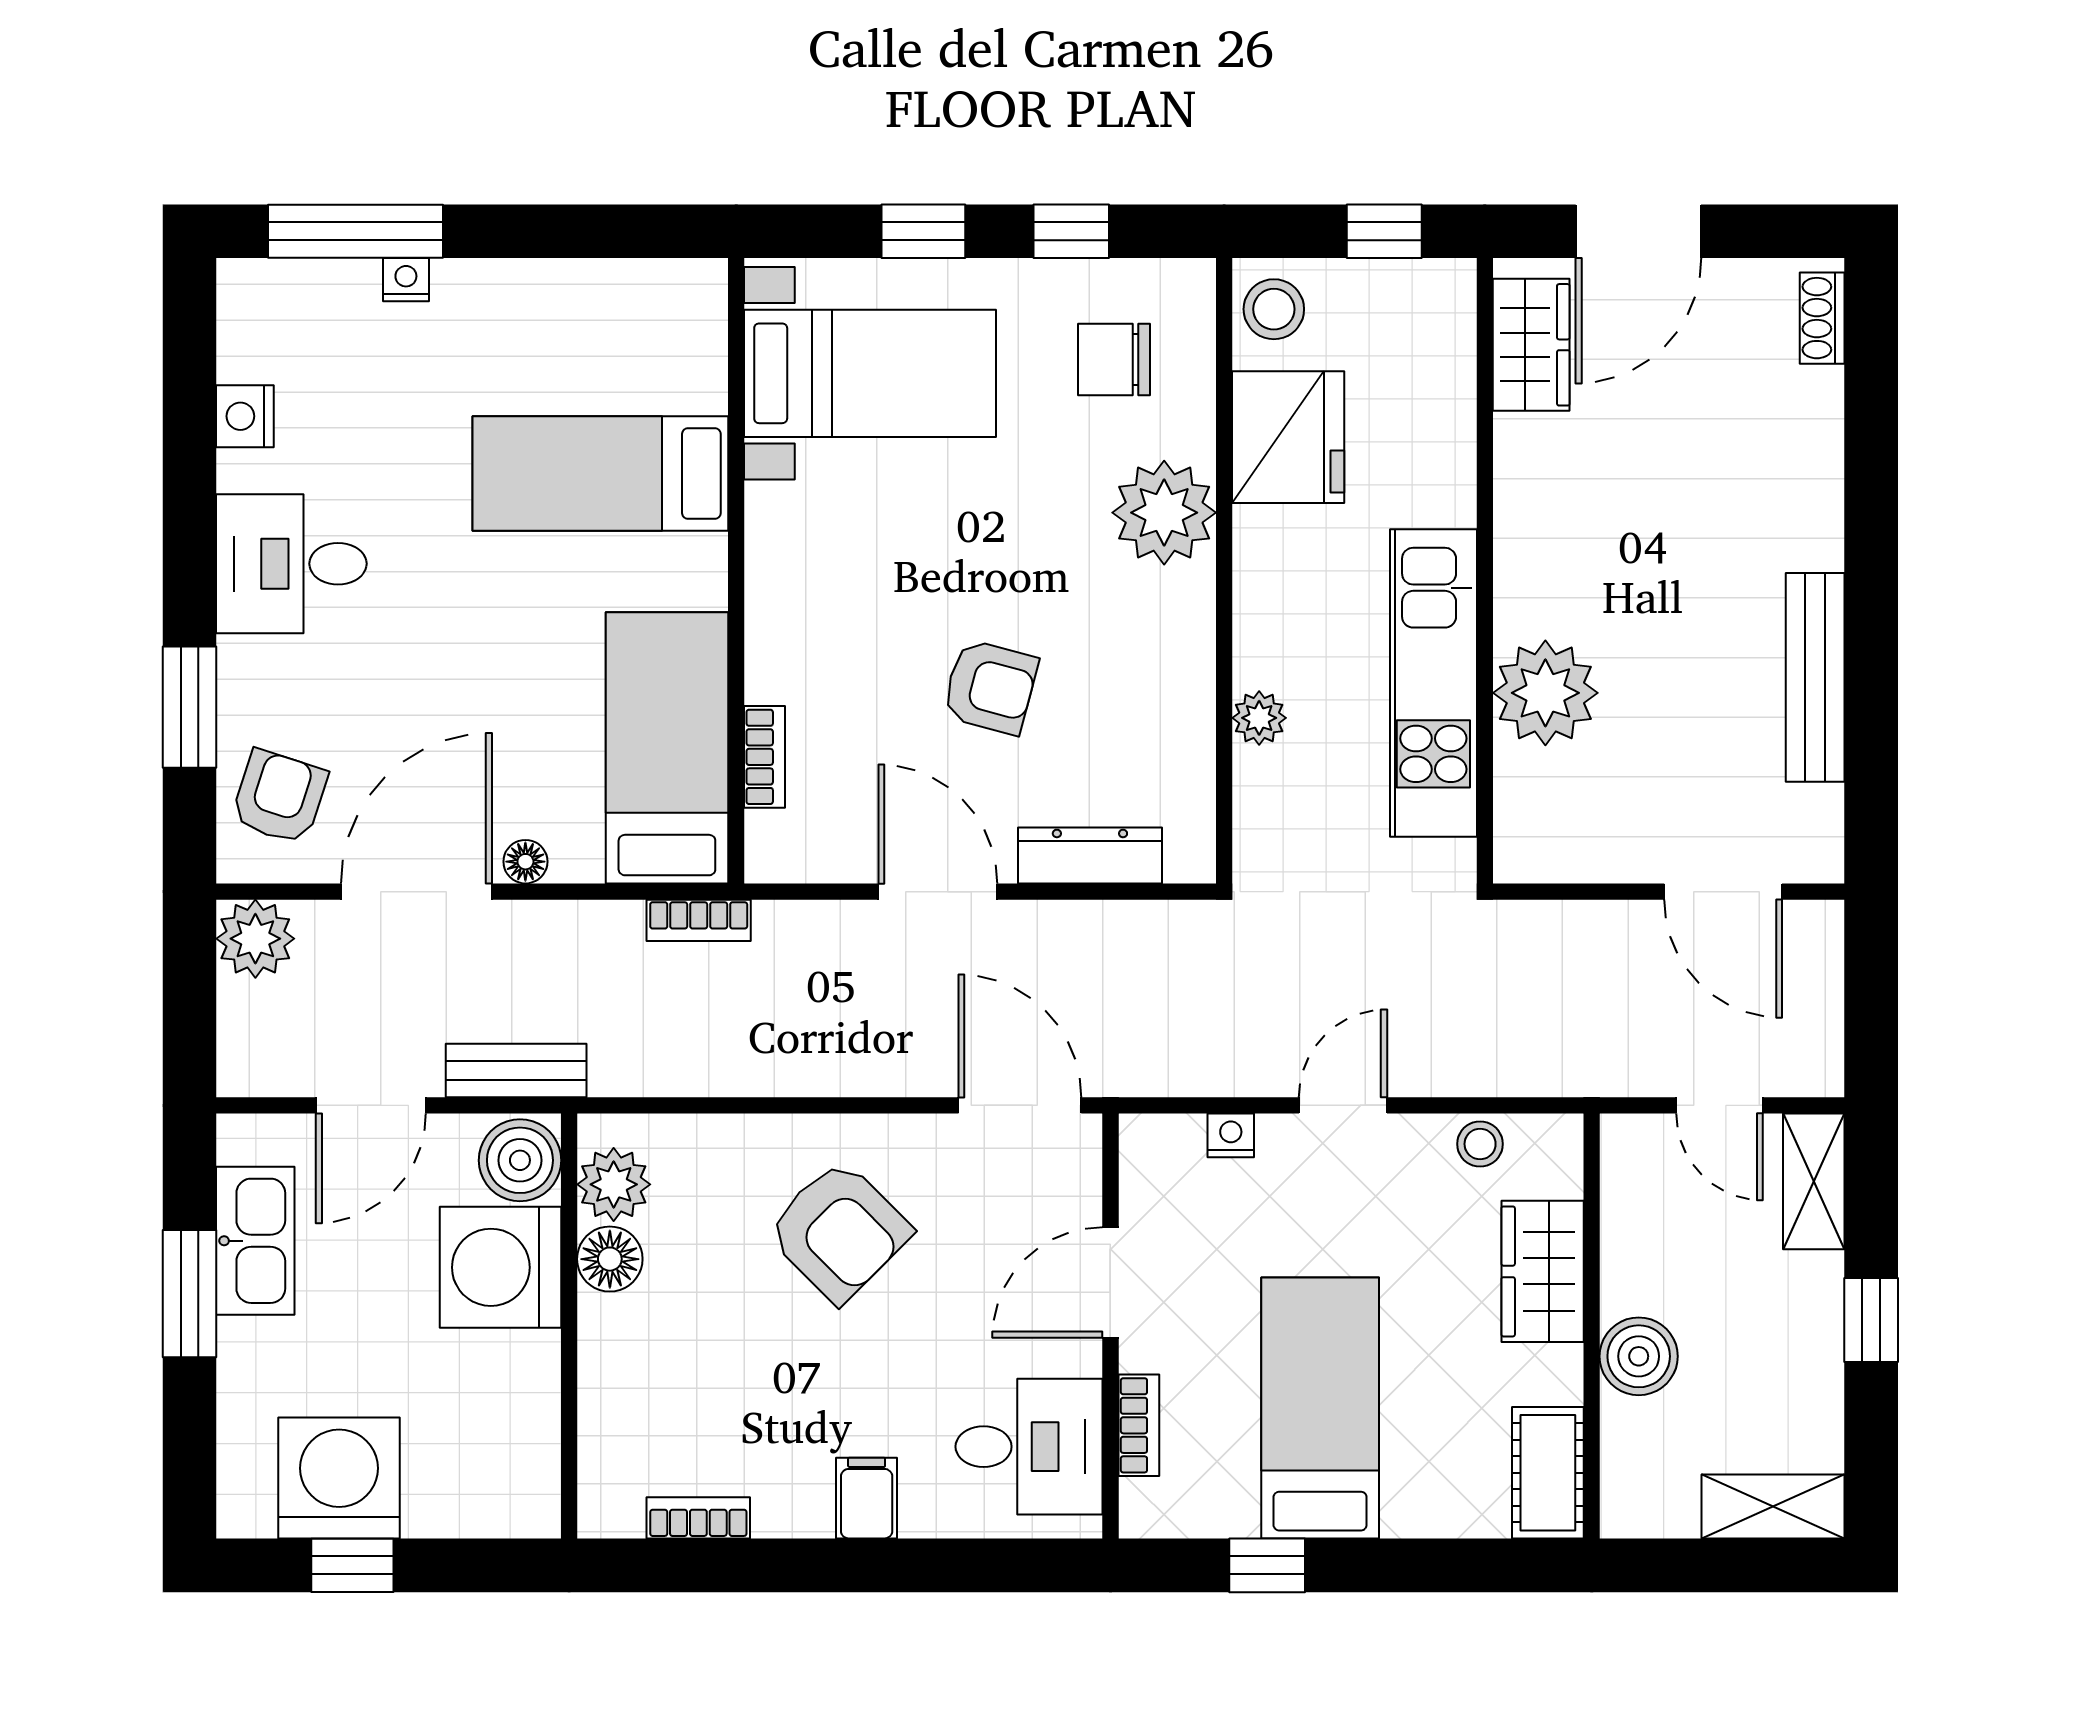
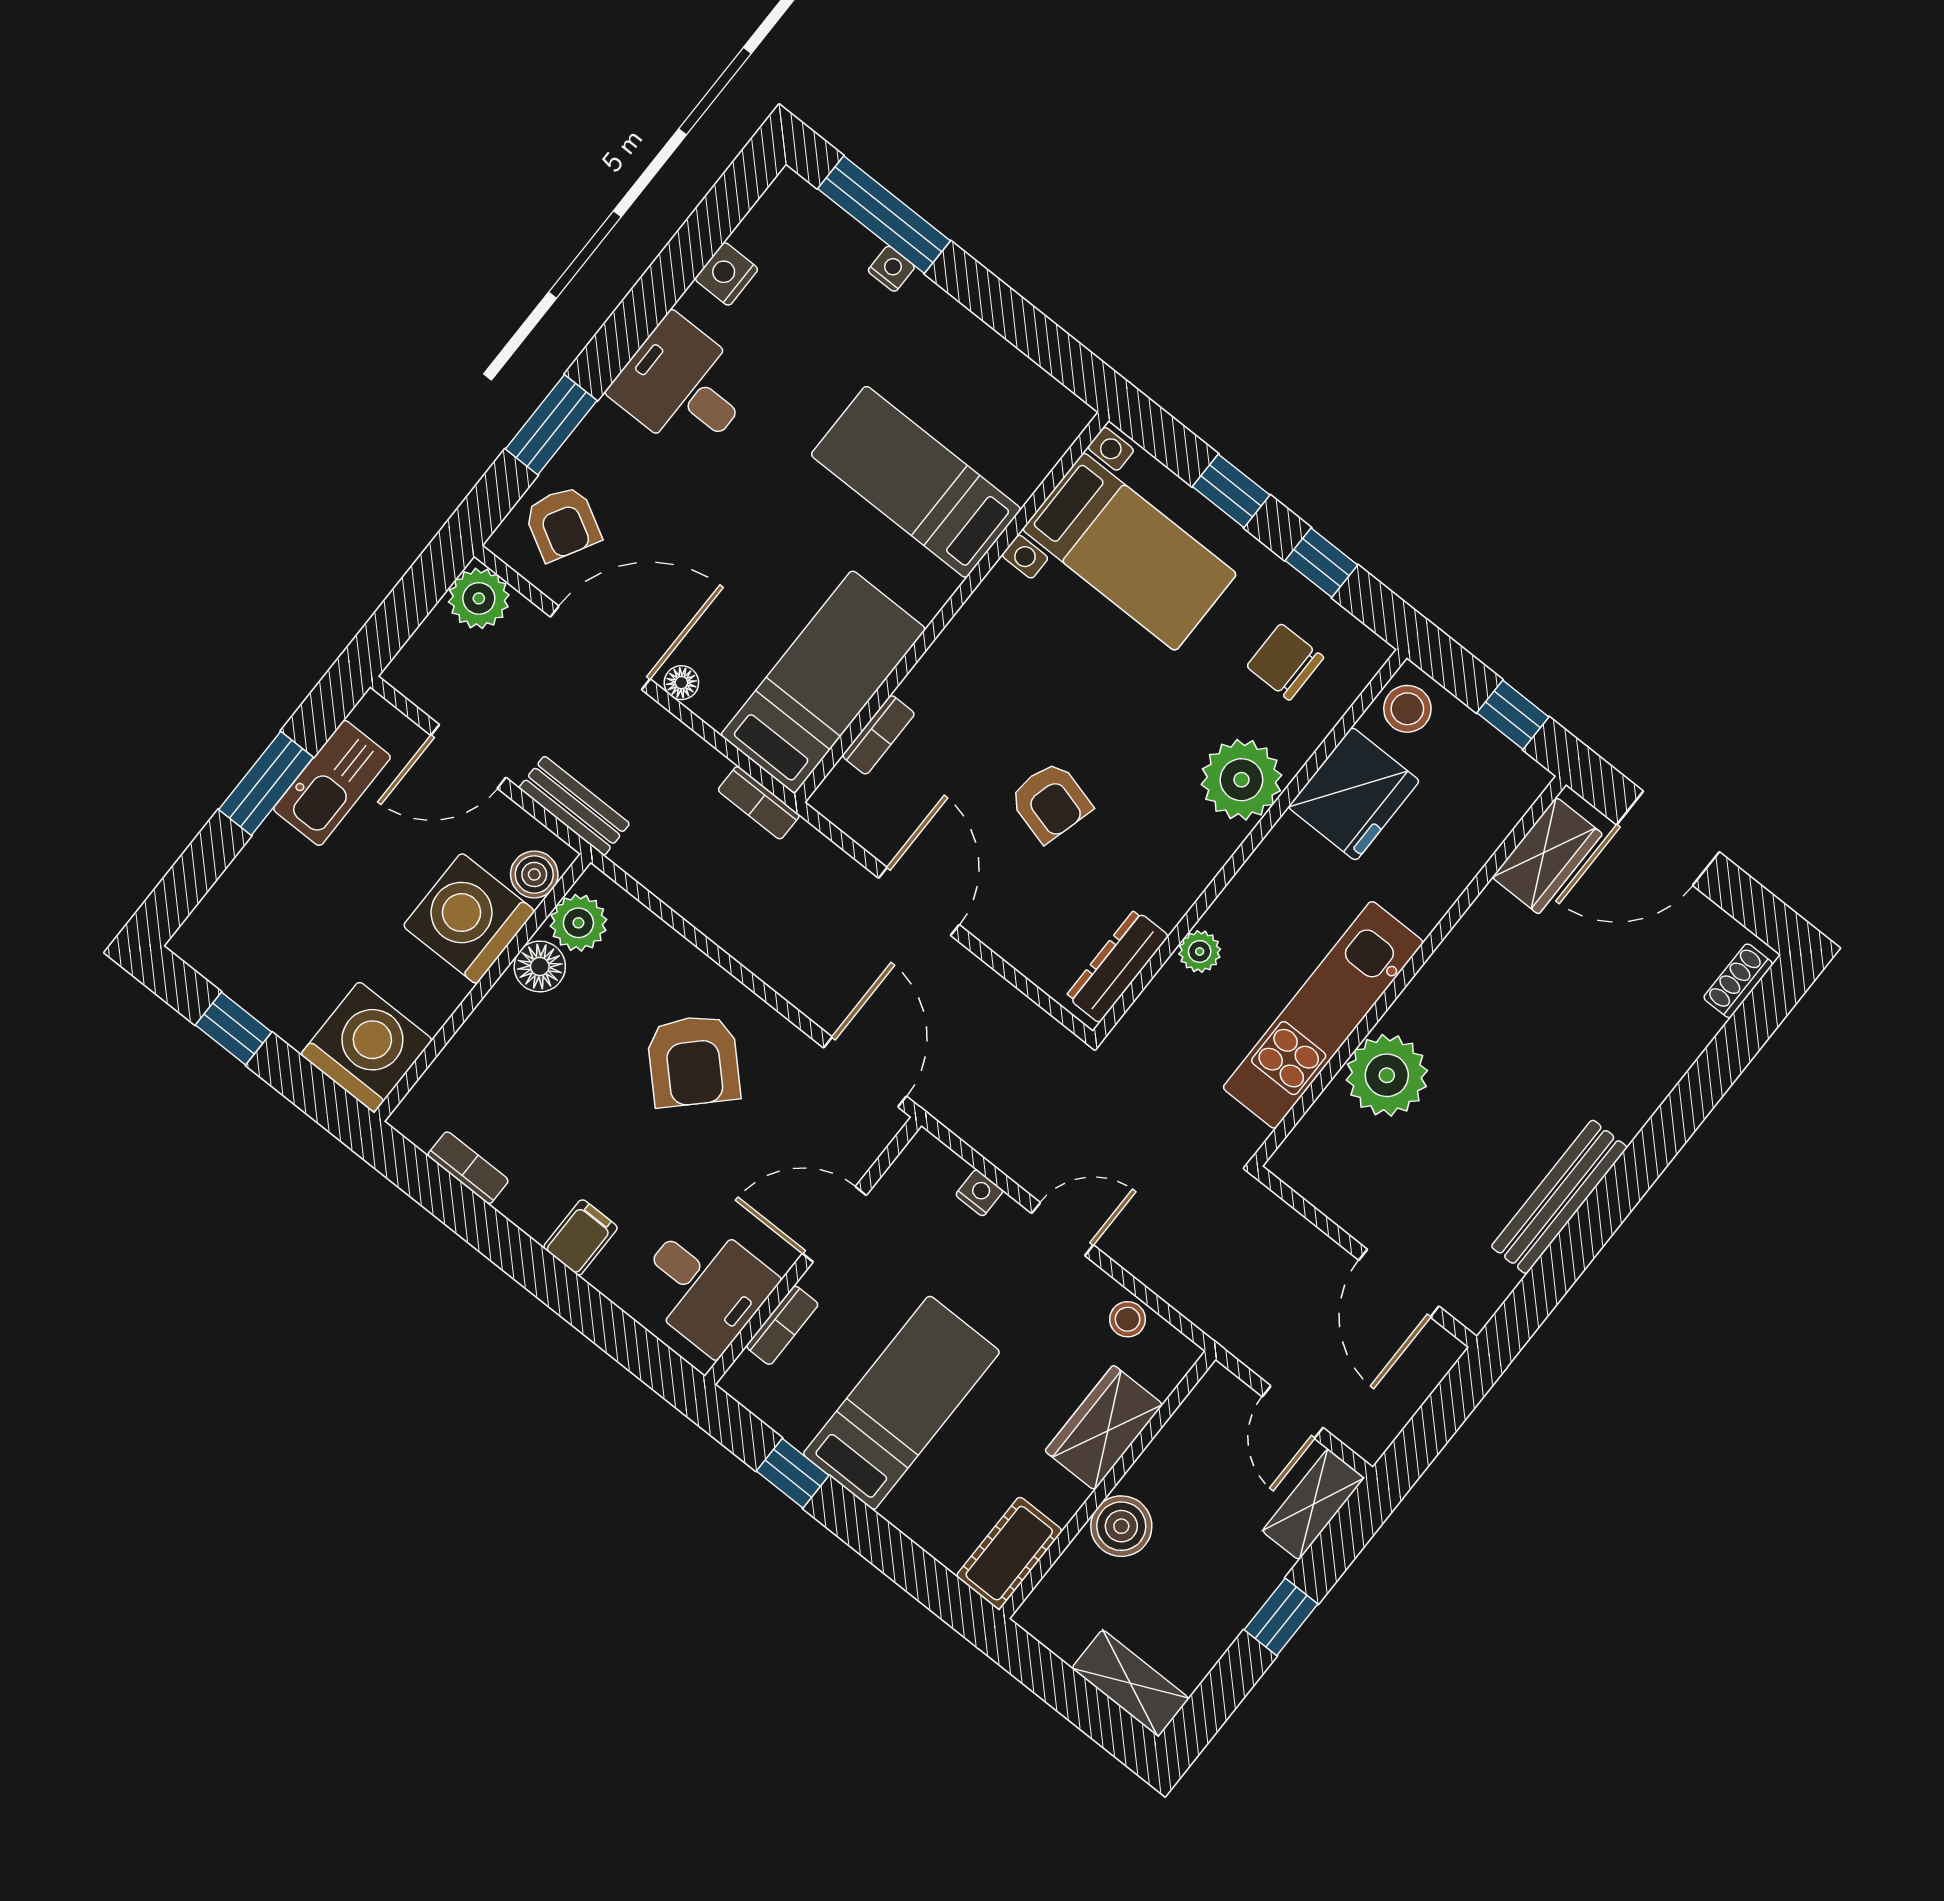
armchair: (279, 797) -> (562, 523), turned 101
dresser: (1090, 855) -> (1117, 966), moved, turned -90
boiler: (520, 1160) -> (534, 874), width x0.73, depth x0.73
washing machine: (339, 1478) -> (367, 1047), moved

